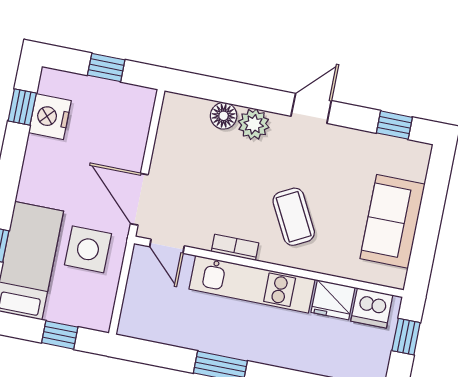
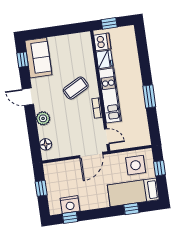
floor lamp: (224, 116) -> (46, 144), moved
sofa: (393, 221) -> (38, 58), moved, turned -90
door: (167, 246) -> (107, 137), hinge flipped
side table: (88, 249) -> (136, 165), moved

